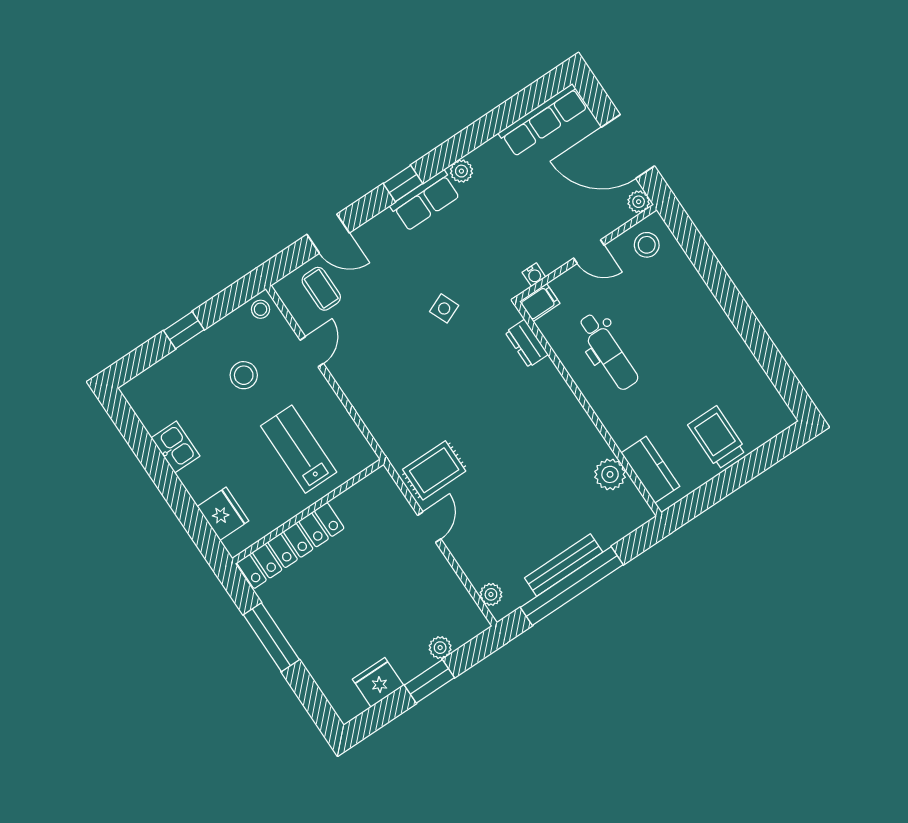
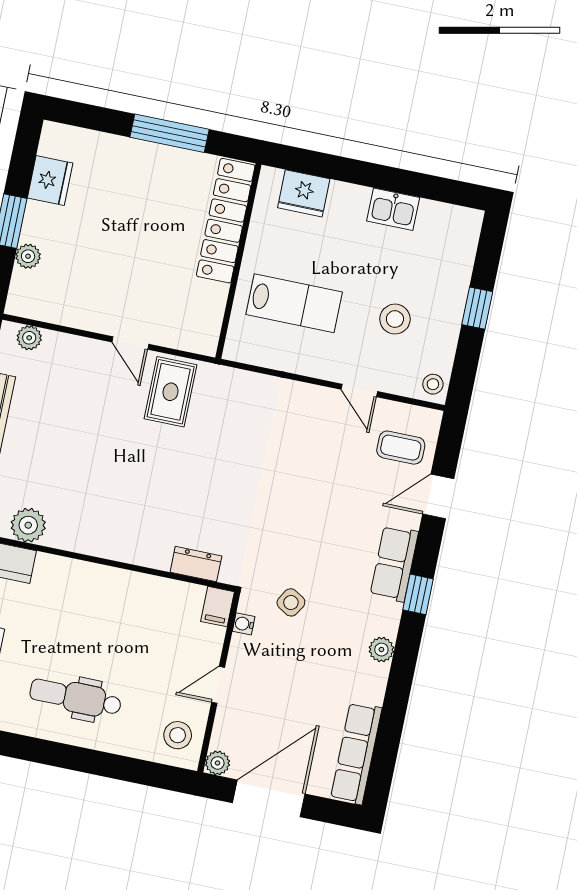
row of seats: (425, 201) -> (394, 563), moved
side table: (444, 308) -> (291, 602), moved, turned -36
dental chair: (608, 352) -> (76, 697), moved

